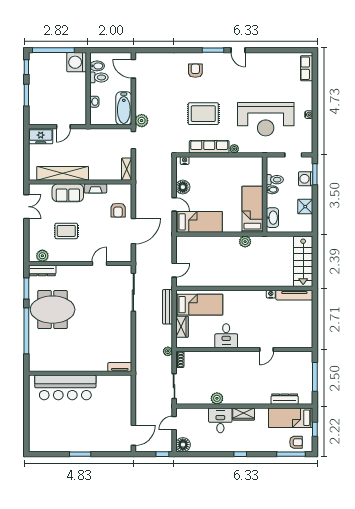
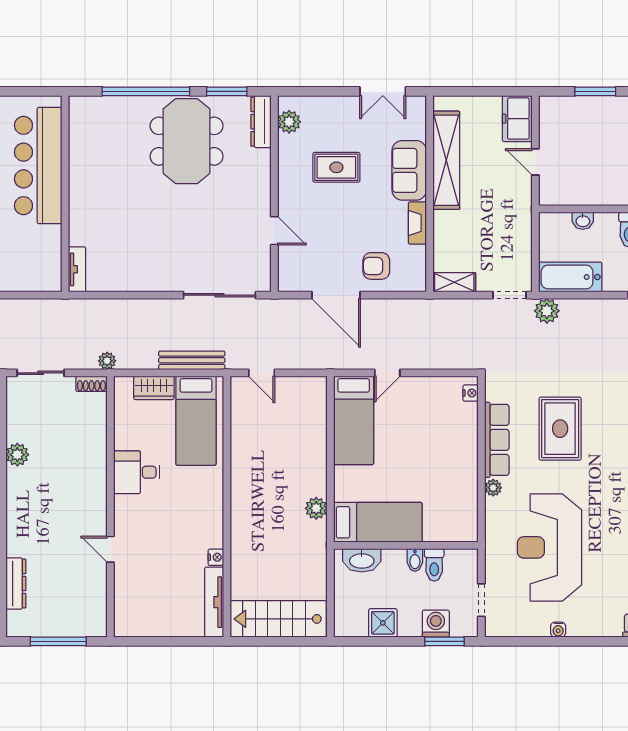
floor lamp: (183, 187) -> (420, 389), removed
rug: (66, 231) -> (336, 167), turned 90

